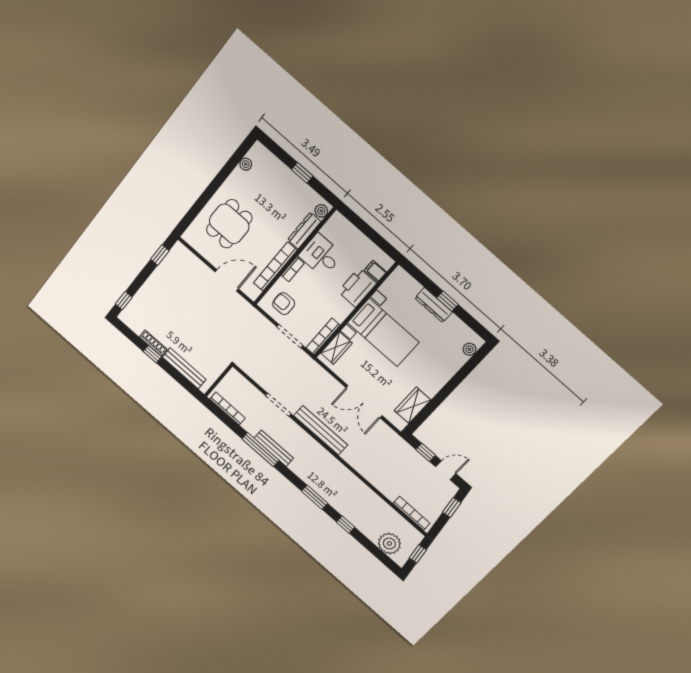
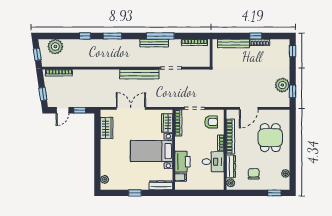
window: (302, 173) -> (274, 193), moved
chair: (284, 198) -> (254, 174), added
plant: (166, 273) -> (282, 85), added
dresser: (434, 305) -> (161, 185), moved

